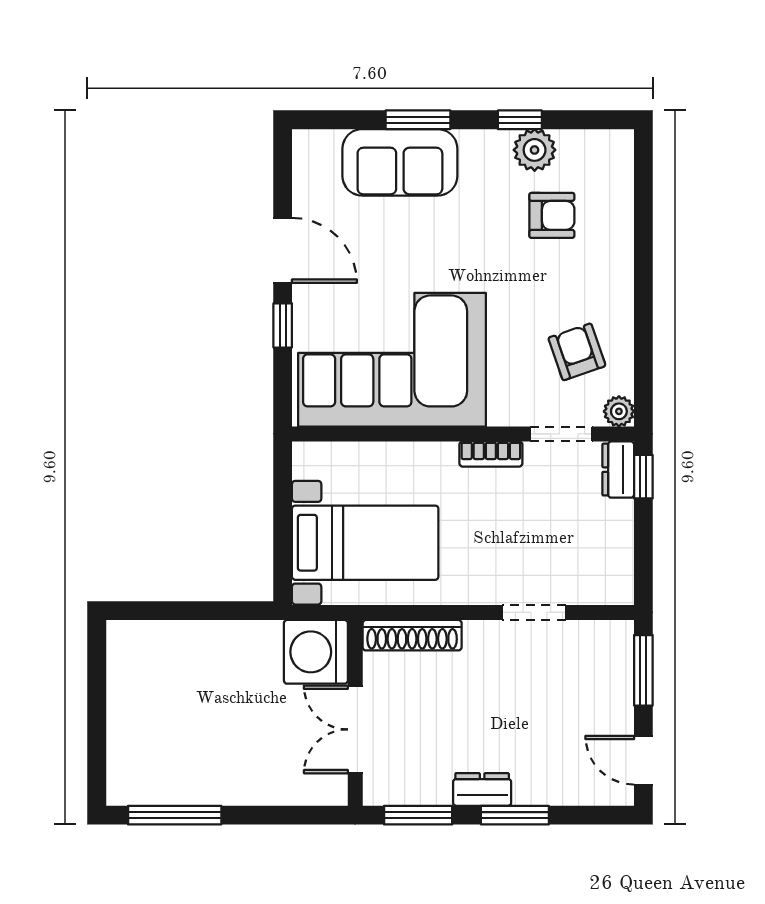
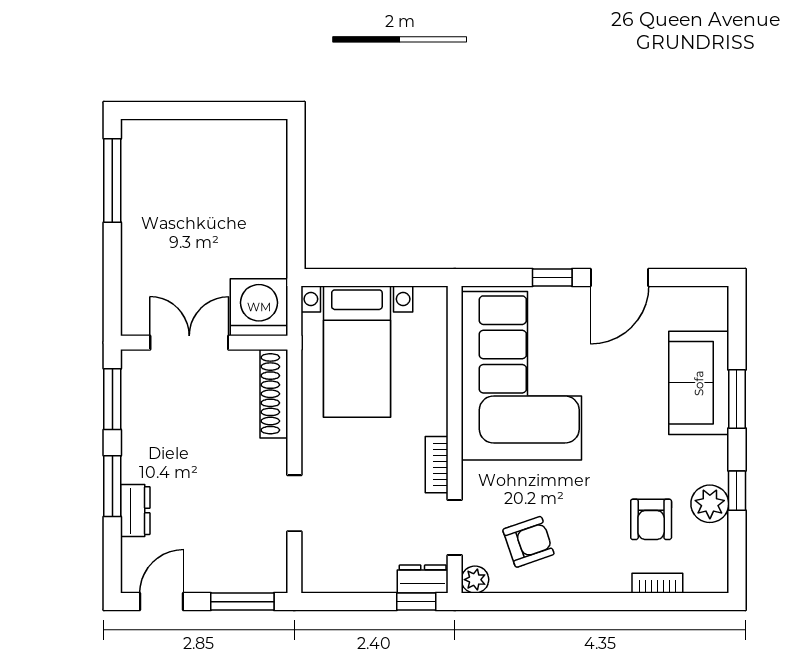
bookcase: (623, 208) -> (657, 583), added
dresser: (482, 789) -> (135, 511), moved

